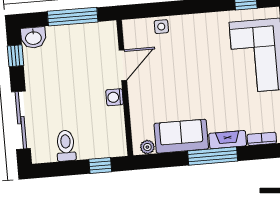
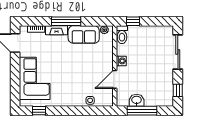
washbasin: (33, 38) -> (137, 100), moved
toilet: (66, 146) -> (122, 35), moved

